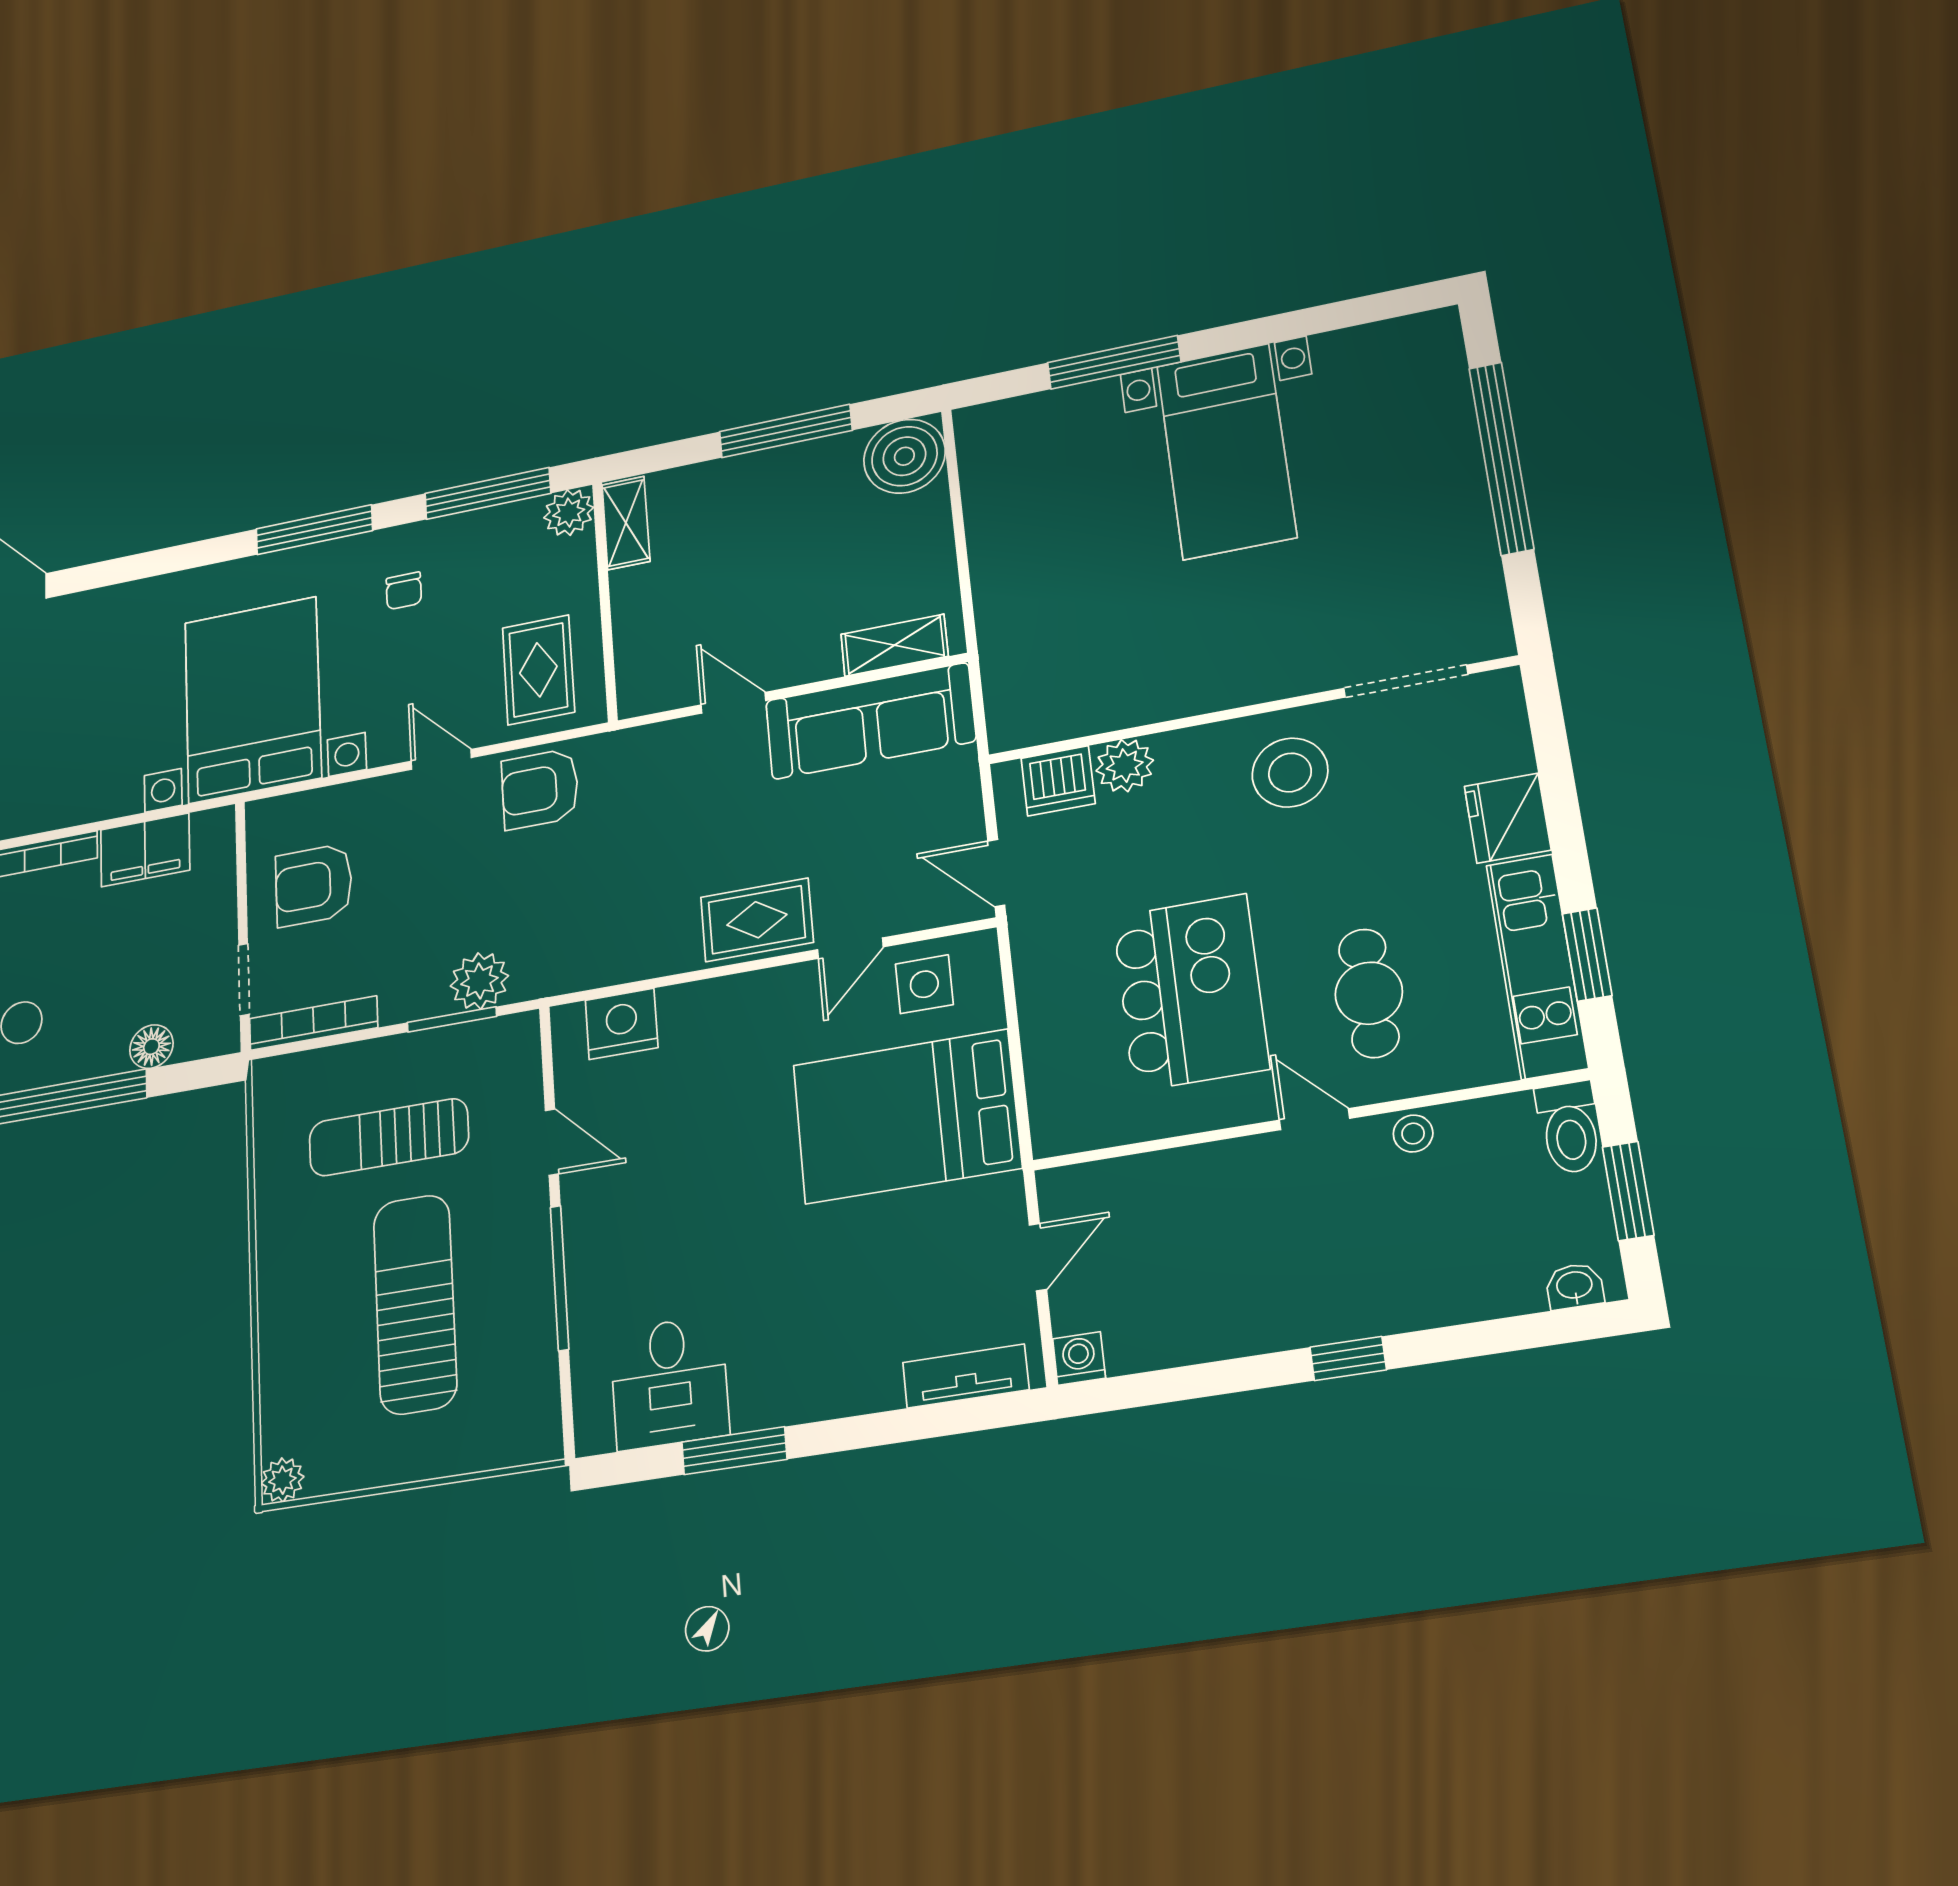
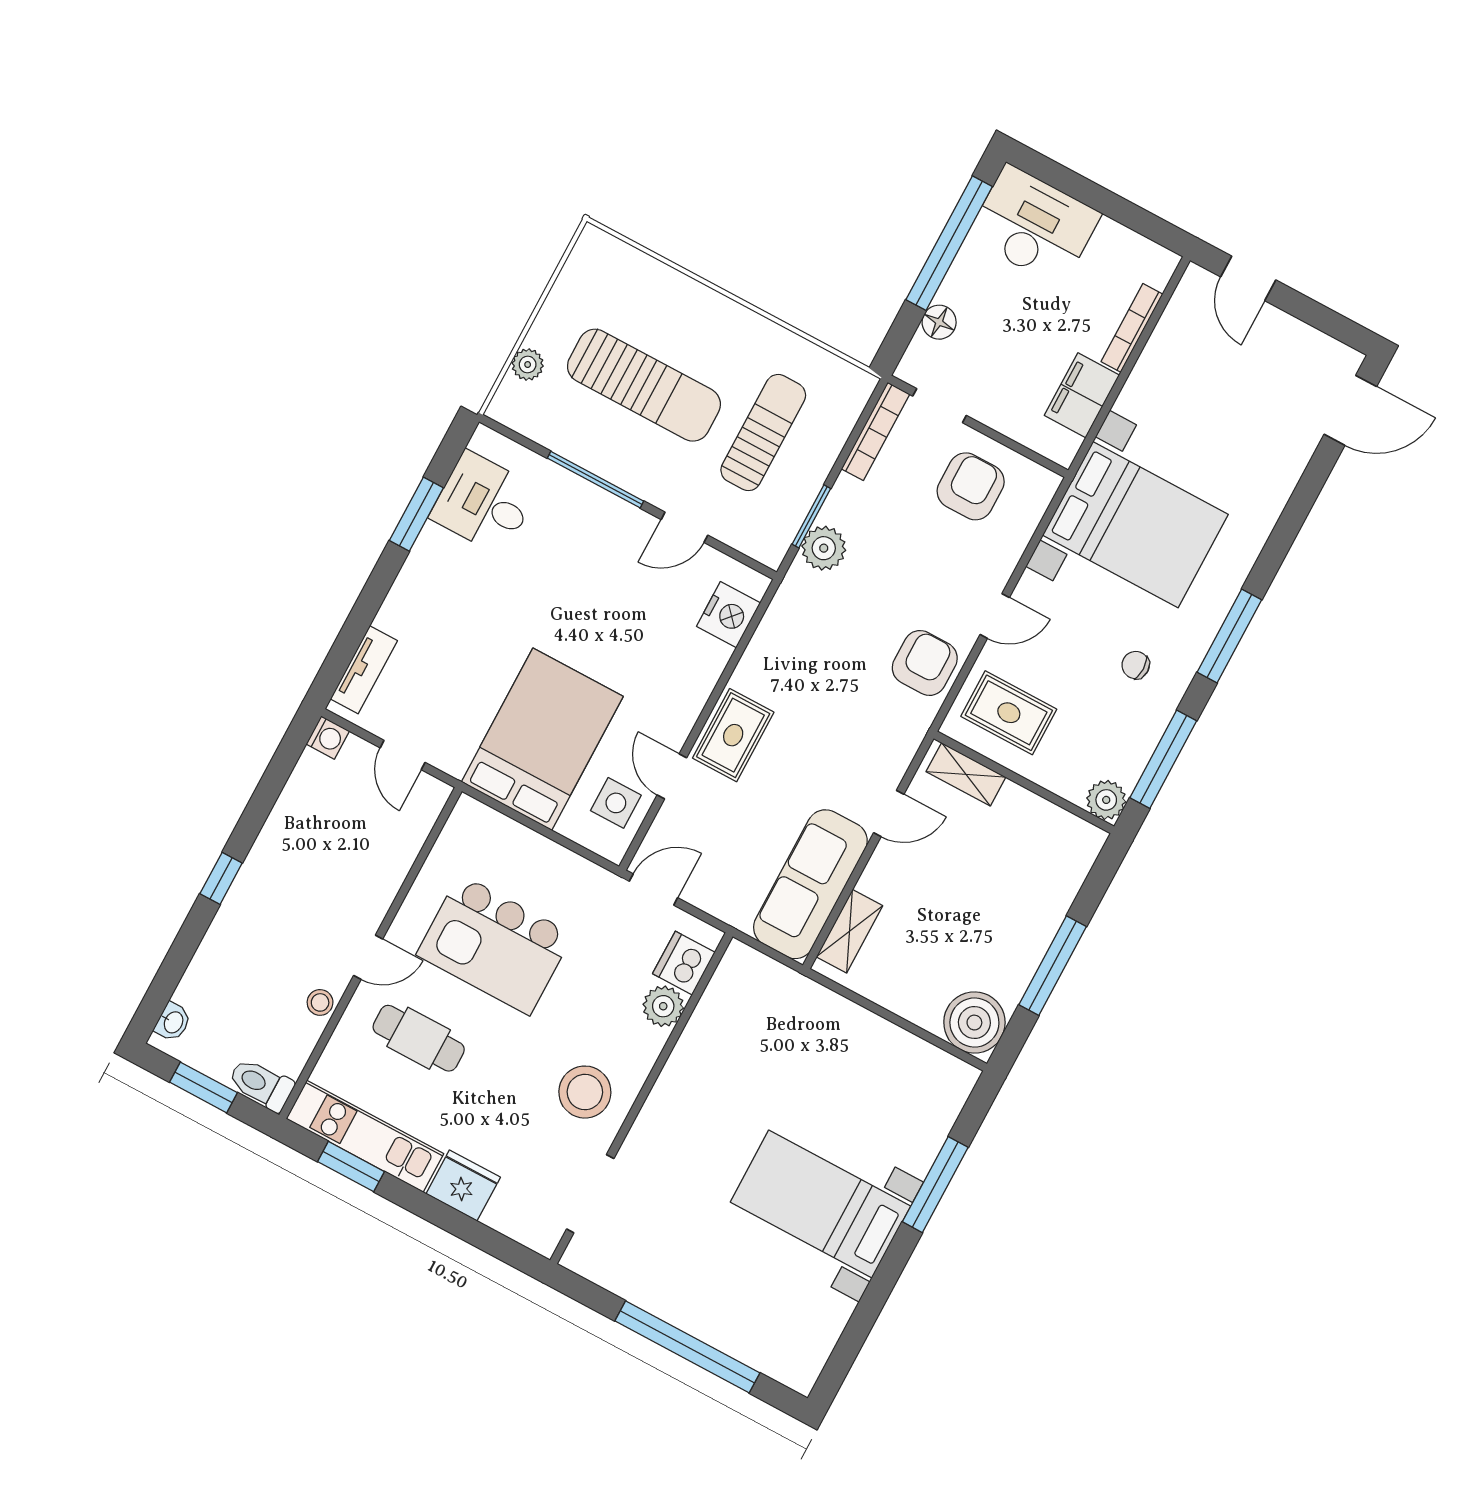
shelving: (626, 523) -> (966, 774), moved
plant: (282, 1480) -> (528, 365), moved

